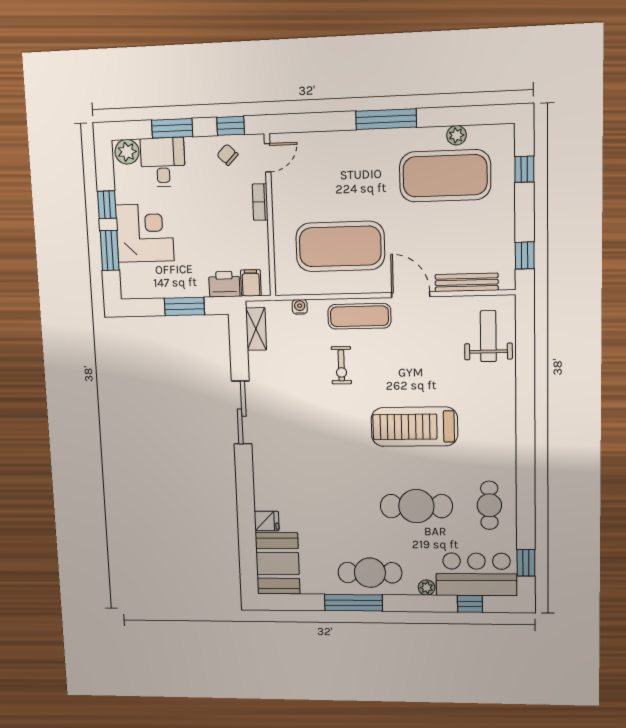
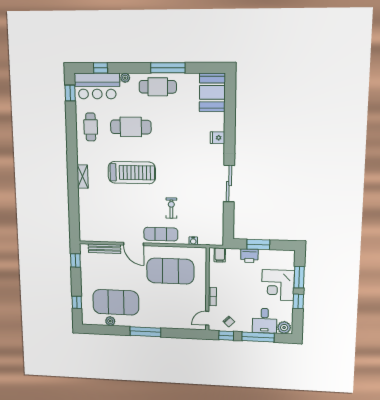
window: (172, 128) -> (258, 337), width x1.44
printer: (224, 284) -> (249, 256), moved
shelving: (256, 329) -> (83, 177), moved
weight bench: (488, 336) -> (93, 220), removed
fridge: (267, 521) -> (217, 138), moved

